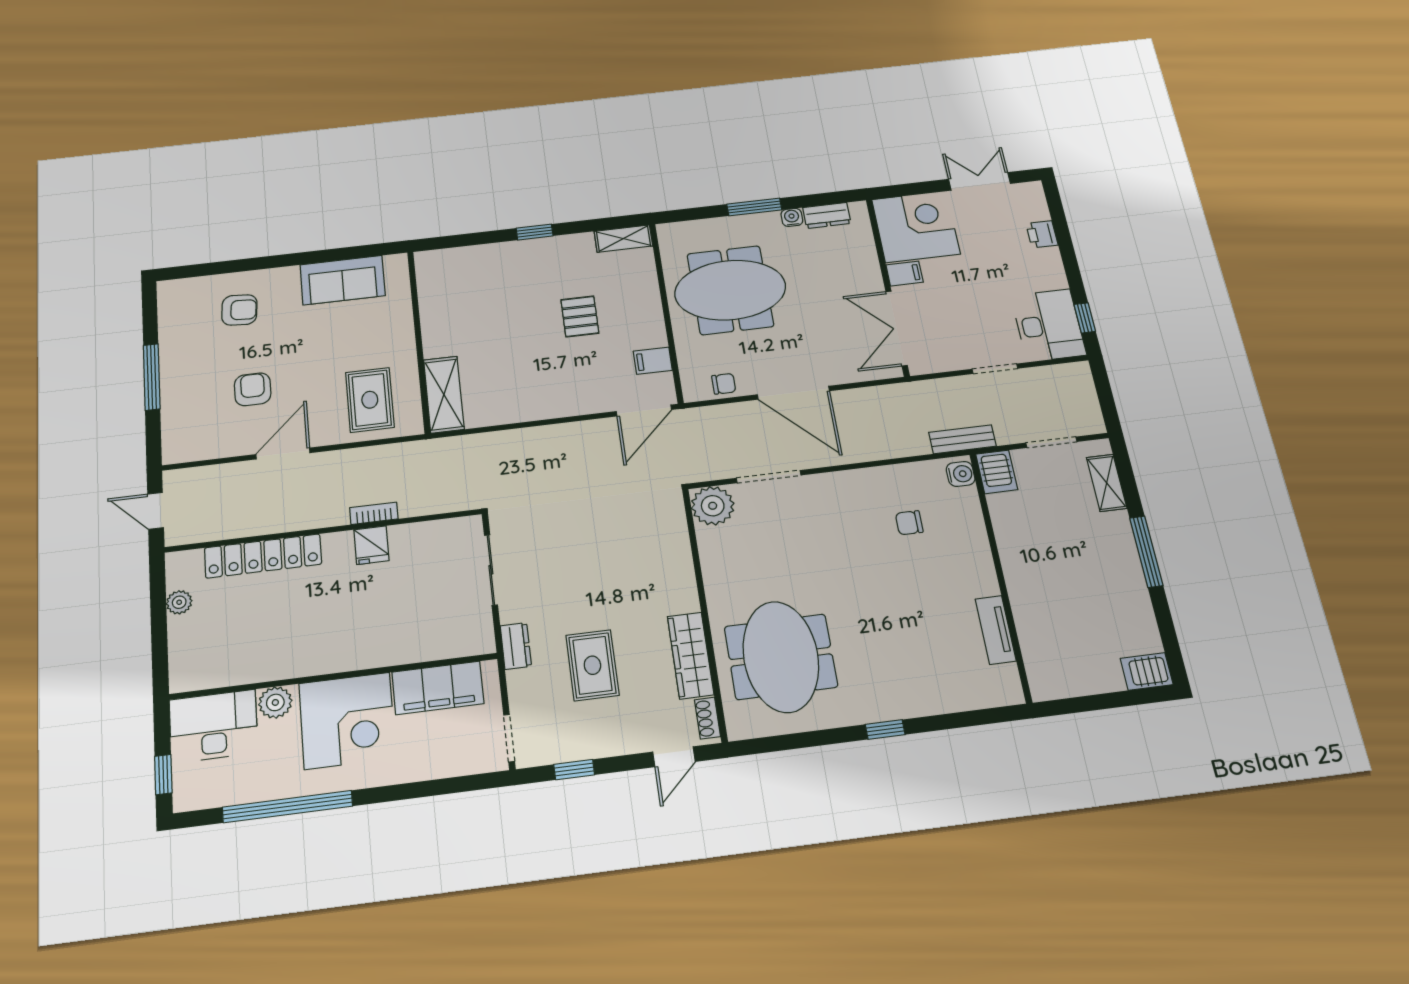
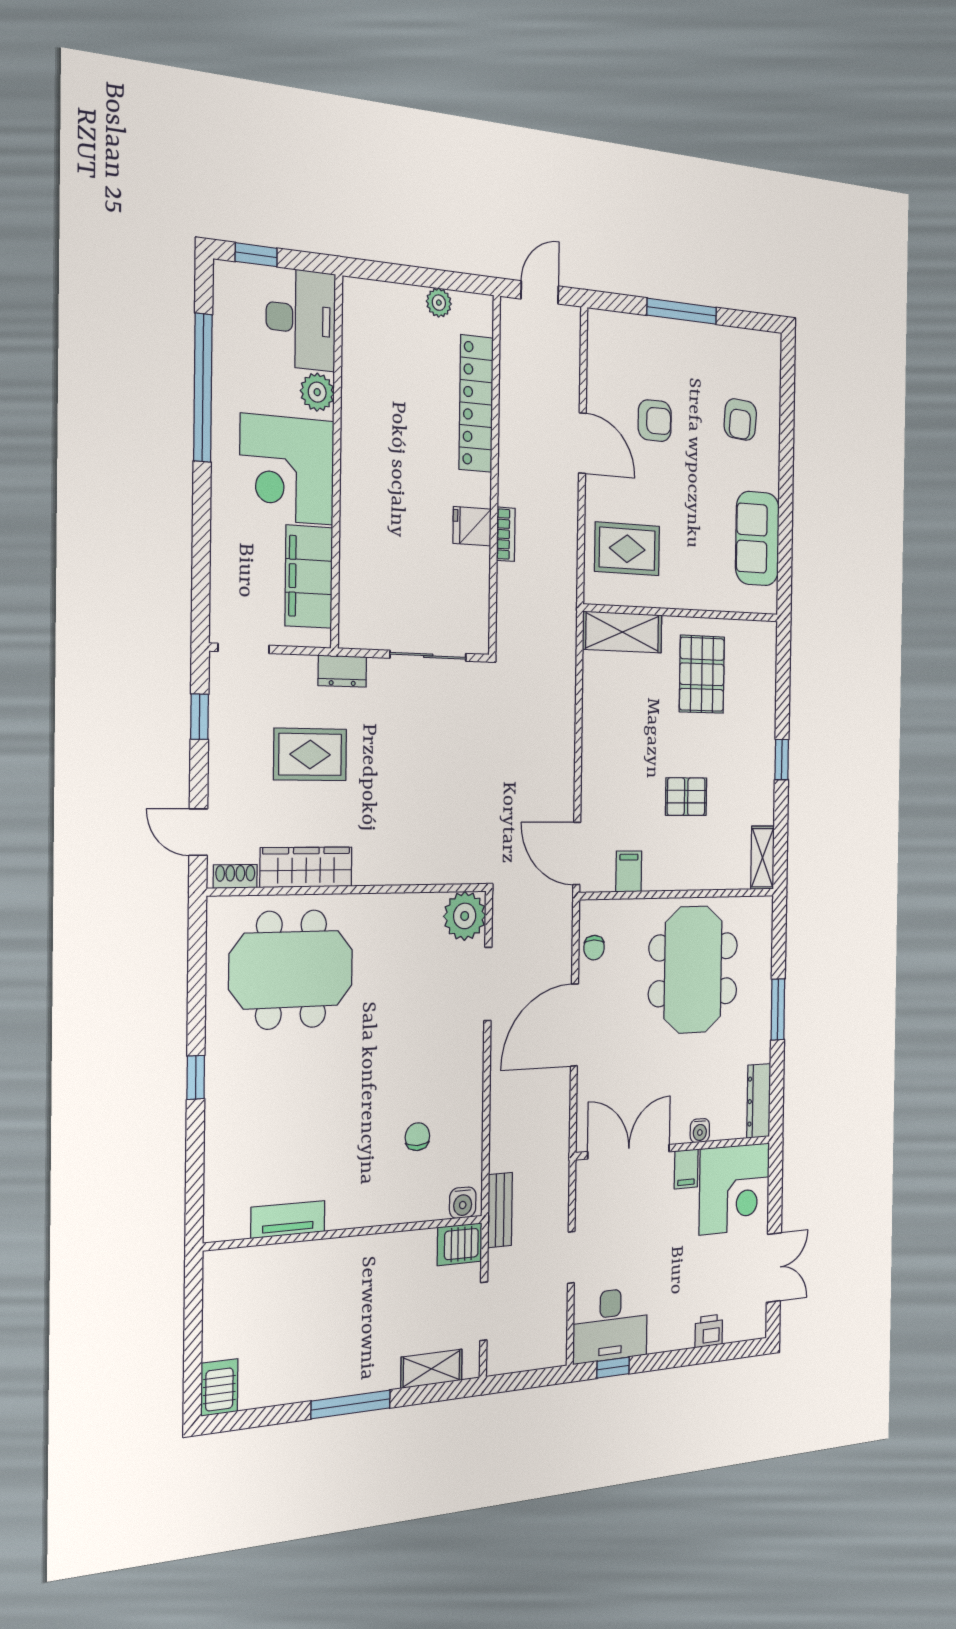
dresser: (827, 215) -> (759, 1101), width x1.44
water cooler: (792, 217) -> (700, 1131), moved, turned 90
pallet: (470, 316) -> (702, 674), added

